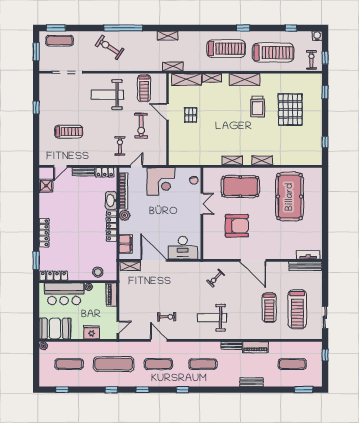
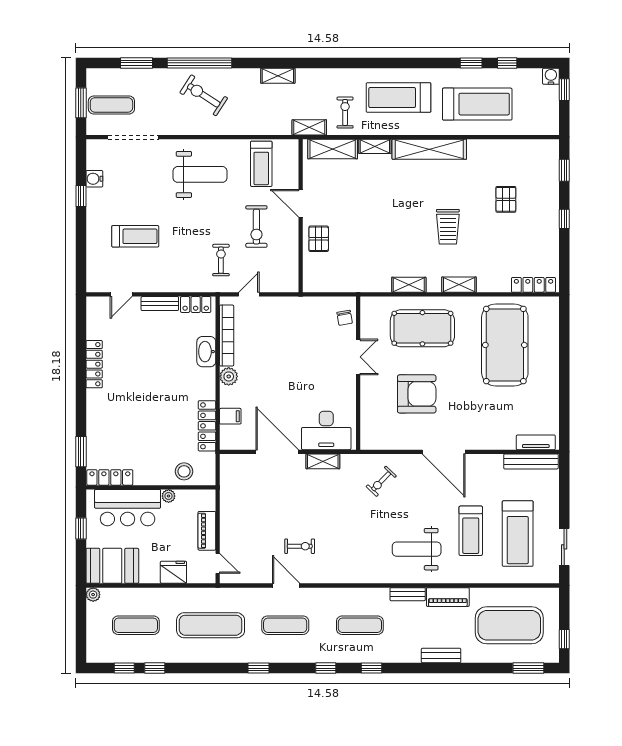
window: (56, 28) -> (136, 63), moved
window: (123, 28) -> (200, 63), moved
window: (243, 28) -> (471, 63), moved
shelving: (168, 36) -> (278, 76), moved
exercise mat: (60, 41) -> (111, 105), moved
treadmill: (226, 49) -> (399, 98), turned 180
window: (325, 58) -> (564, 90), moved
exercise bike: (311, 60) -> (345, 113), moved
shelving: (244, 80) -> (429, 149), width x1.47
weight bench: (107, 95) -> (200, 174), turned 180
water cooler: (44, 97) -> (94, 179), added
trolley: (258, 107) -> (448, 227), moved
pallet: (290, 109) -> (506, 199), width x0.49, depth x0.50
pallet: (191, 115) -> (319, 239), moved
window: (325, 142) -> (564, 219), moved
locker: (307, 161) -> (534, 285), added
corner desk: (161, 181) -> (290, 320), removed
shower: (46, 186) -> (97, 327), removed
locker: (112, 226) -> (207, 426), moved
locker: (44, 233) -> (94, 364), moved
filing cabinet: (126, 244) -> (230, 416), width x0.50
shelving: (130, 266) -> (323, 461), moved
piano: (112, 295) -> (207, 531), moved
window: (36, 306) -> (81, 528), added
weight bench: (212, 318) -> (417, 549), moved
door: (118, 327) -> (218, 563), hinge flipped
window: (325, 355) -> (564, 639), moved
exercise mat: (292, 364) -> (509, 625), width x2.00, depth x1.45
window: (111, 390) -> (155, 668), moved
window: (210, 390) -> (371, 668), added

